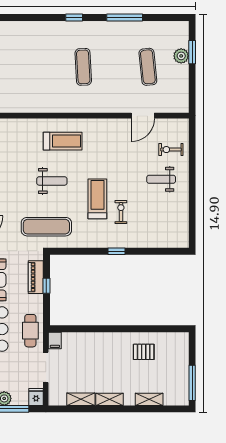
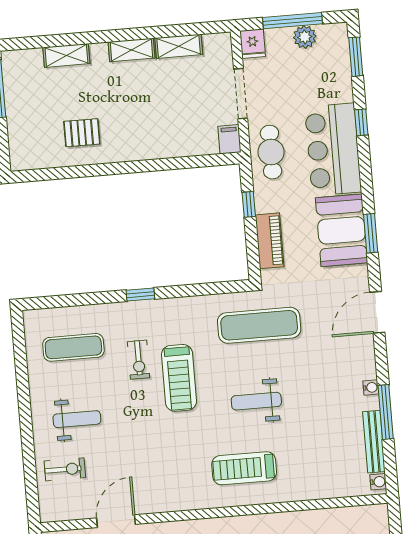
exercise mat: (160, 223) -> (73, 347), added
window: (46, 286) -> (249, 204), moved

